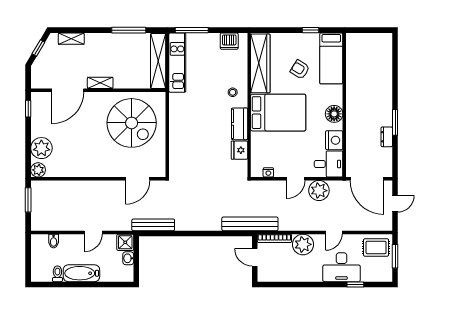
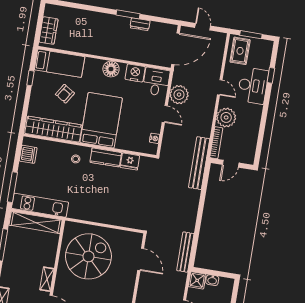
wardrobe: (364, 41) -> (48, 31), added

